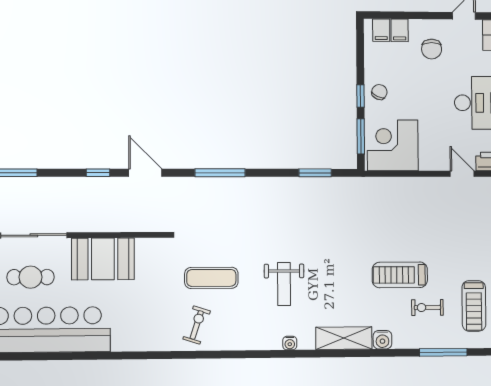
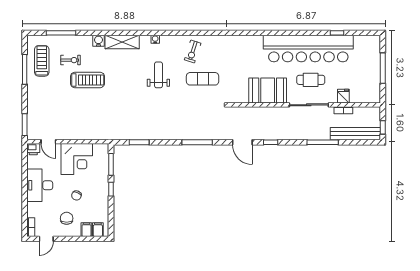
chair: (379, 92) -> (76, 195), moved
corner desk: (393, 145) -> (77, 159), moved
exercise bike: (197, 325) -> (193, 51), moved

